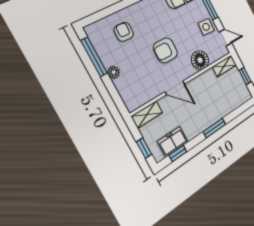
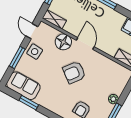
armchair: (165, 50) -> (74, 72), turned 128
door: (175, 88) -> (85, 44), moved

